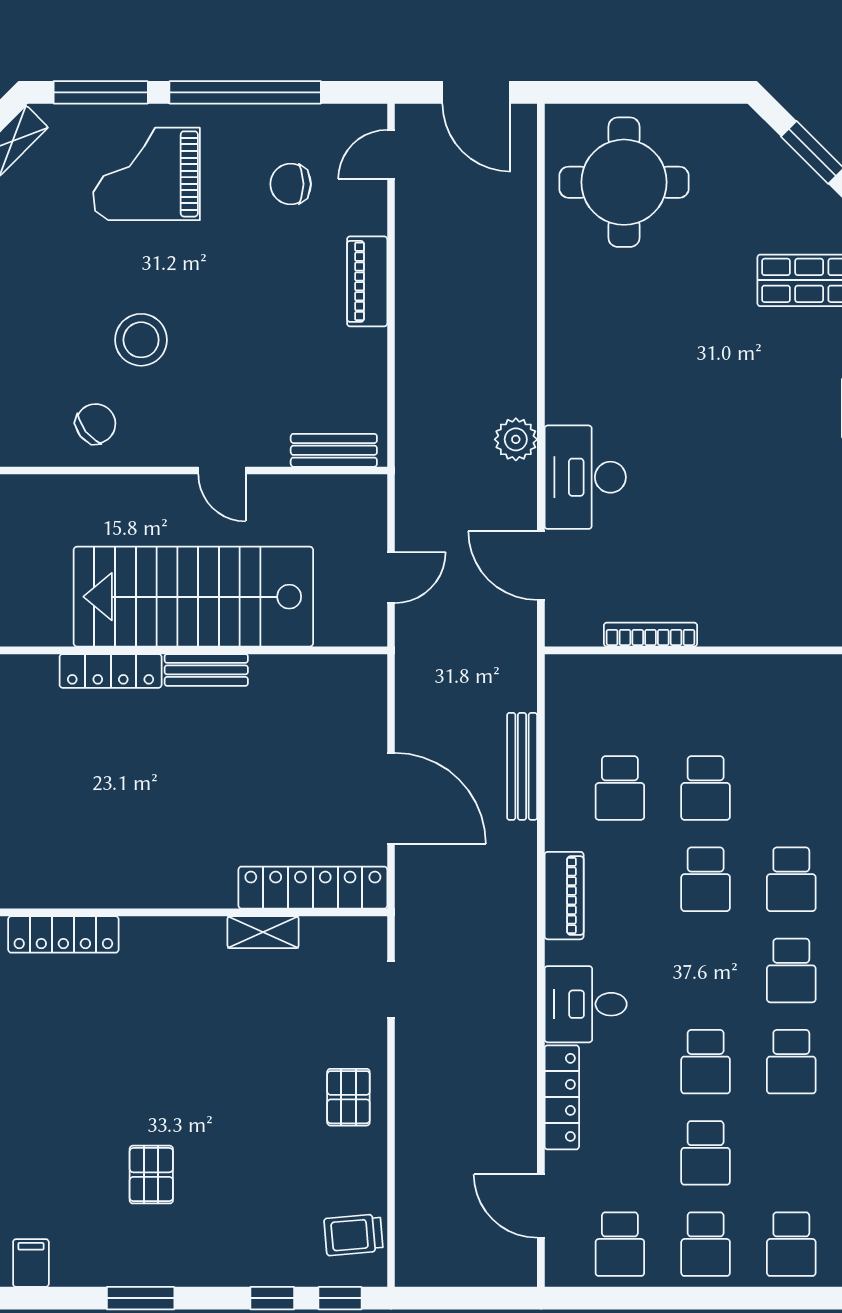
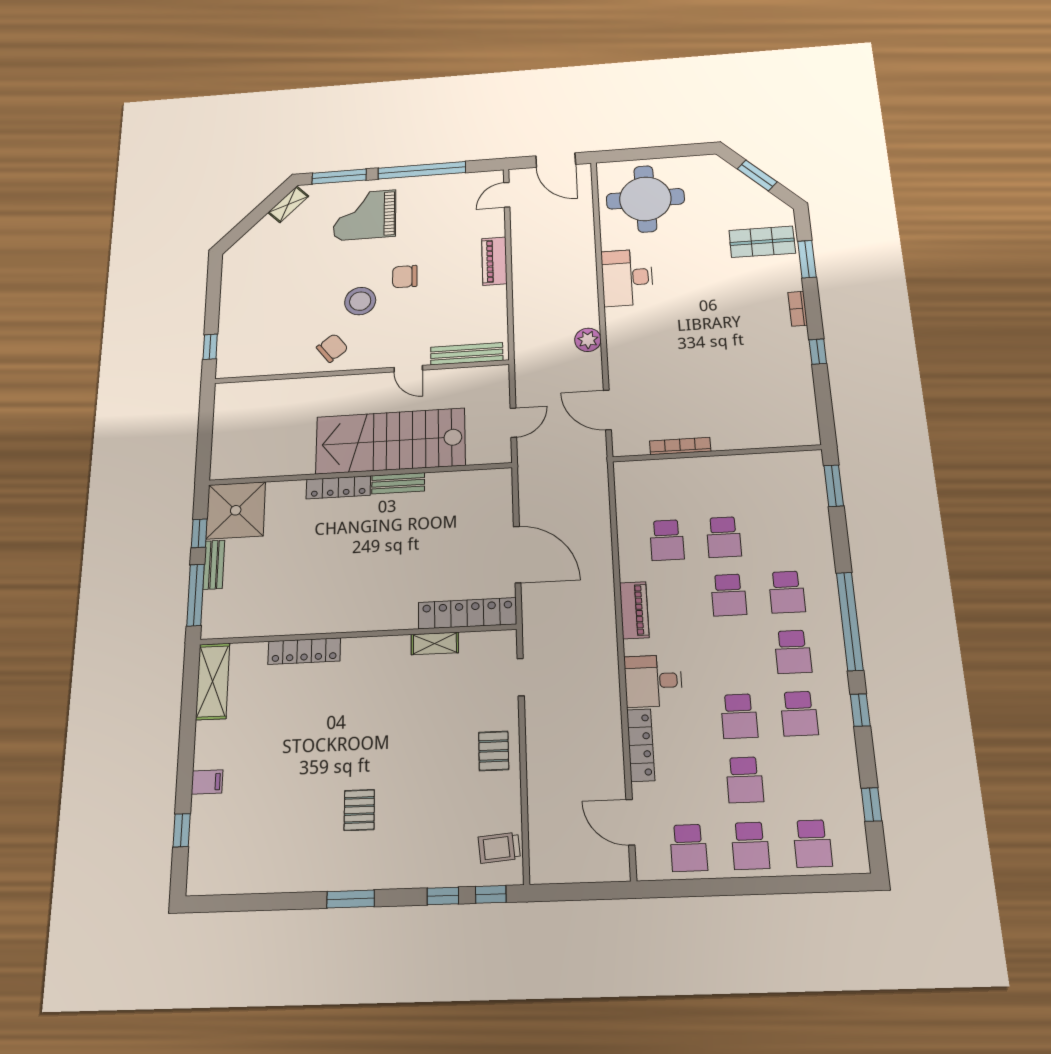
chair: (291, 184) -> (405, 277), moved
bench: (334, 450) -> (467, 354), width x1.36
desk: (585, 477) -> (627, 277), moved
bench: (522, 766) -> (602, 530), removed
filing cabinet: (31, 1263) -> (275, 876), removed

